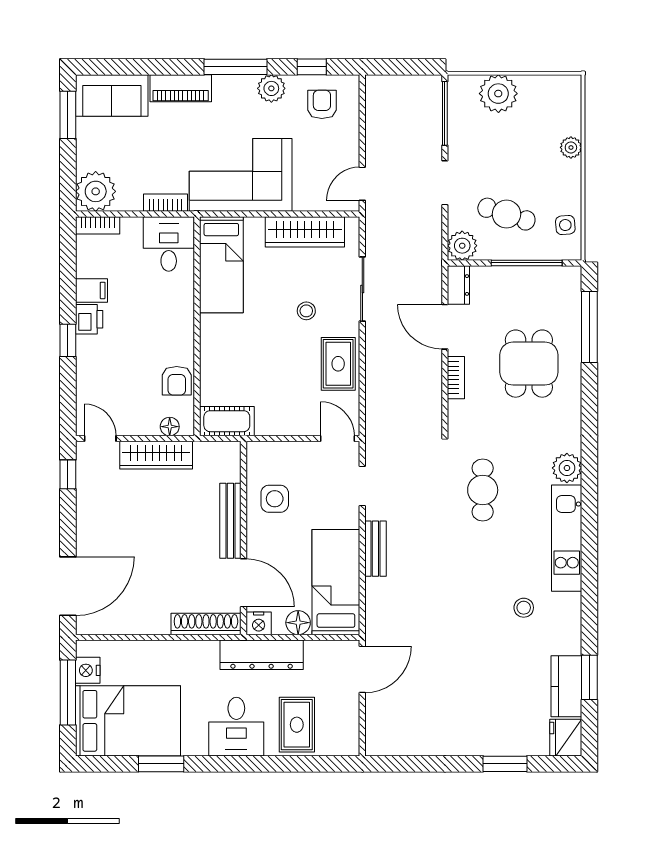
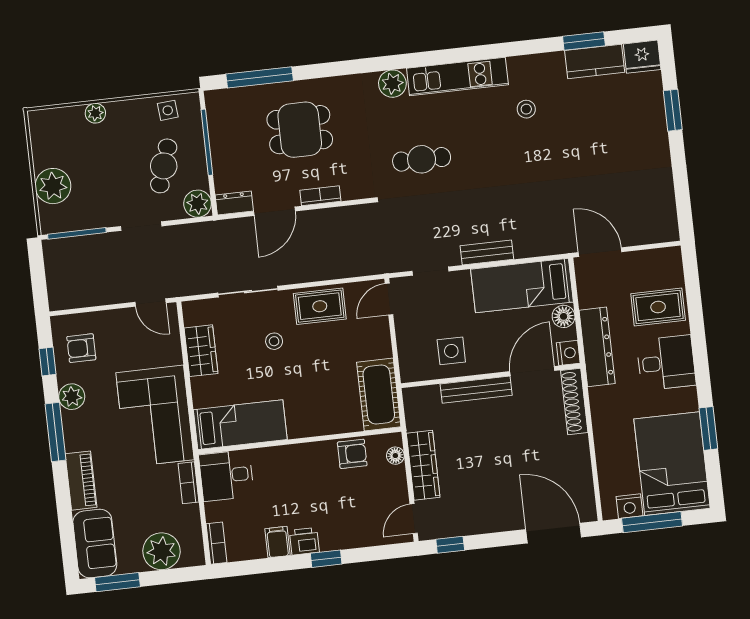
plant: (96, 191) -> (161, 551), moved
wardrobe: (305, 232) -> (201, 351), width x0.67
cot: (227, 421) -> (379, 395), width x1.37, depth x1.34

